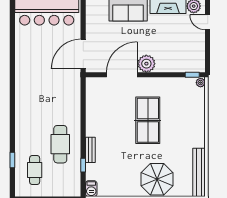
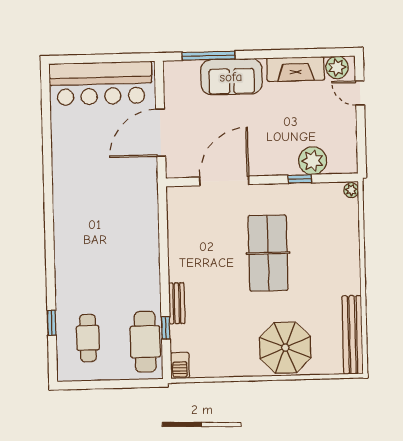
door: (83, 54) -> (161, 133), moved
plant: (146, 64) -> (313, 161), moved
window: (192, 75) -> (300, 179), moved
cafe table: (60, 144) -> (145, 342), moved

